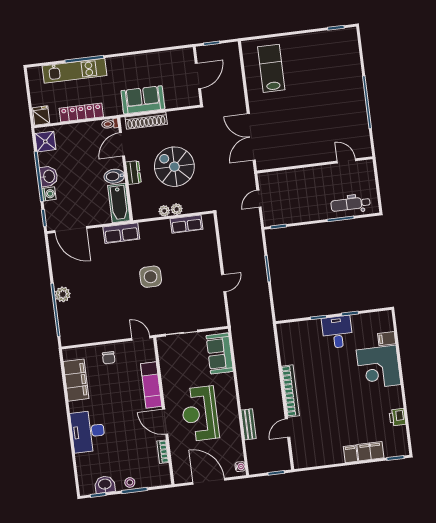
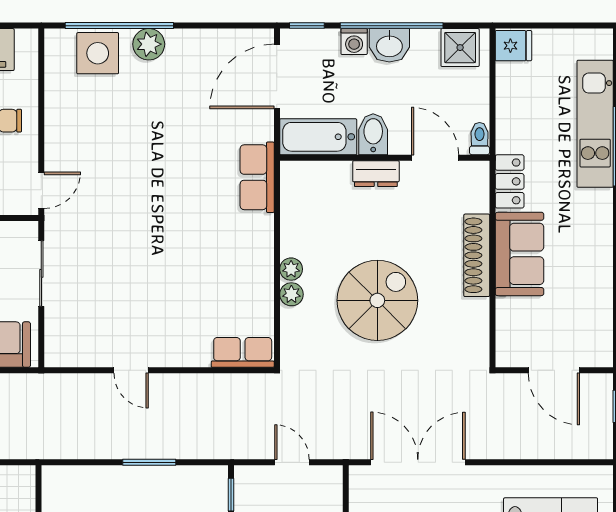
locker: (81, 112) -> (510, 181), moved, width x0.66
toilet: (110, 124) -> (480, 139), moved
door: (122, 144) -> (435, 158), moved
wall: (125, 169) -> (385, 158), moved
dresser: (133, 172) -> (376, 174), moved
bidet: (114, 176) -> (373, 134), moved
bathtub: (119, 203) -> (318, 137), moved
row of seats: (187, 224) -> (243, 352), moved, turned 90
side table: (151, 277) -> (98, 53), moved

